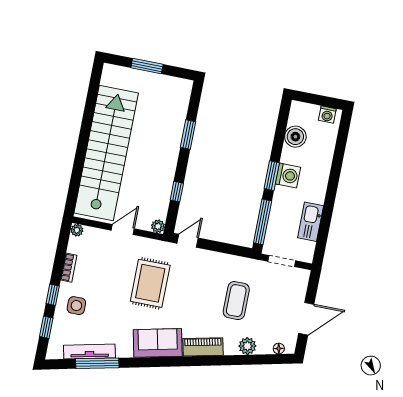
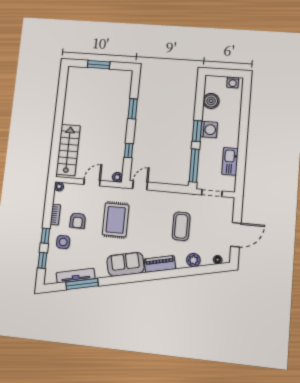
stairs: (106, 153) -> (68, 150), width x0.54, depth x0.66
armchair: (99, 279) -> (78, 220), added

